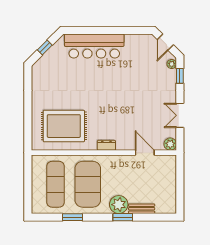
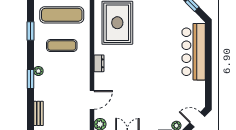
exercise mat: (88, 184) -> (62, 46), width x0.50, depth x0.69
plant: (119, 205) -> (38, 71), width x0.53, depth x0.53
bench: (142, 209) -> (38, 113), moved

